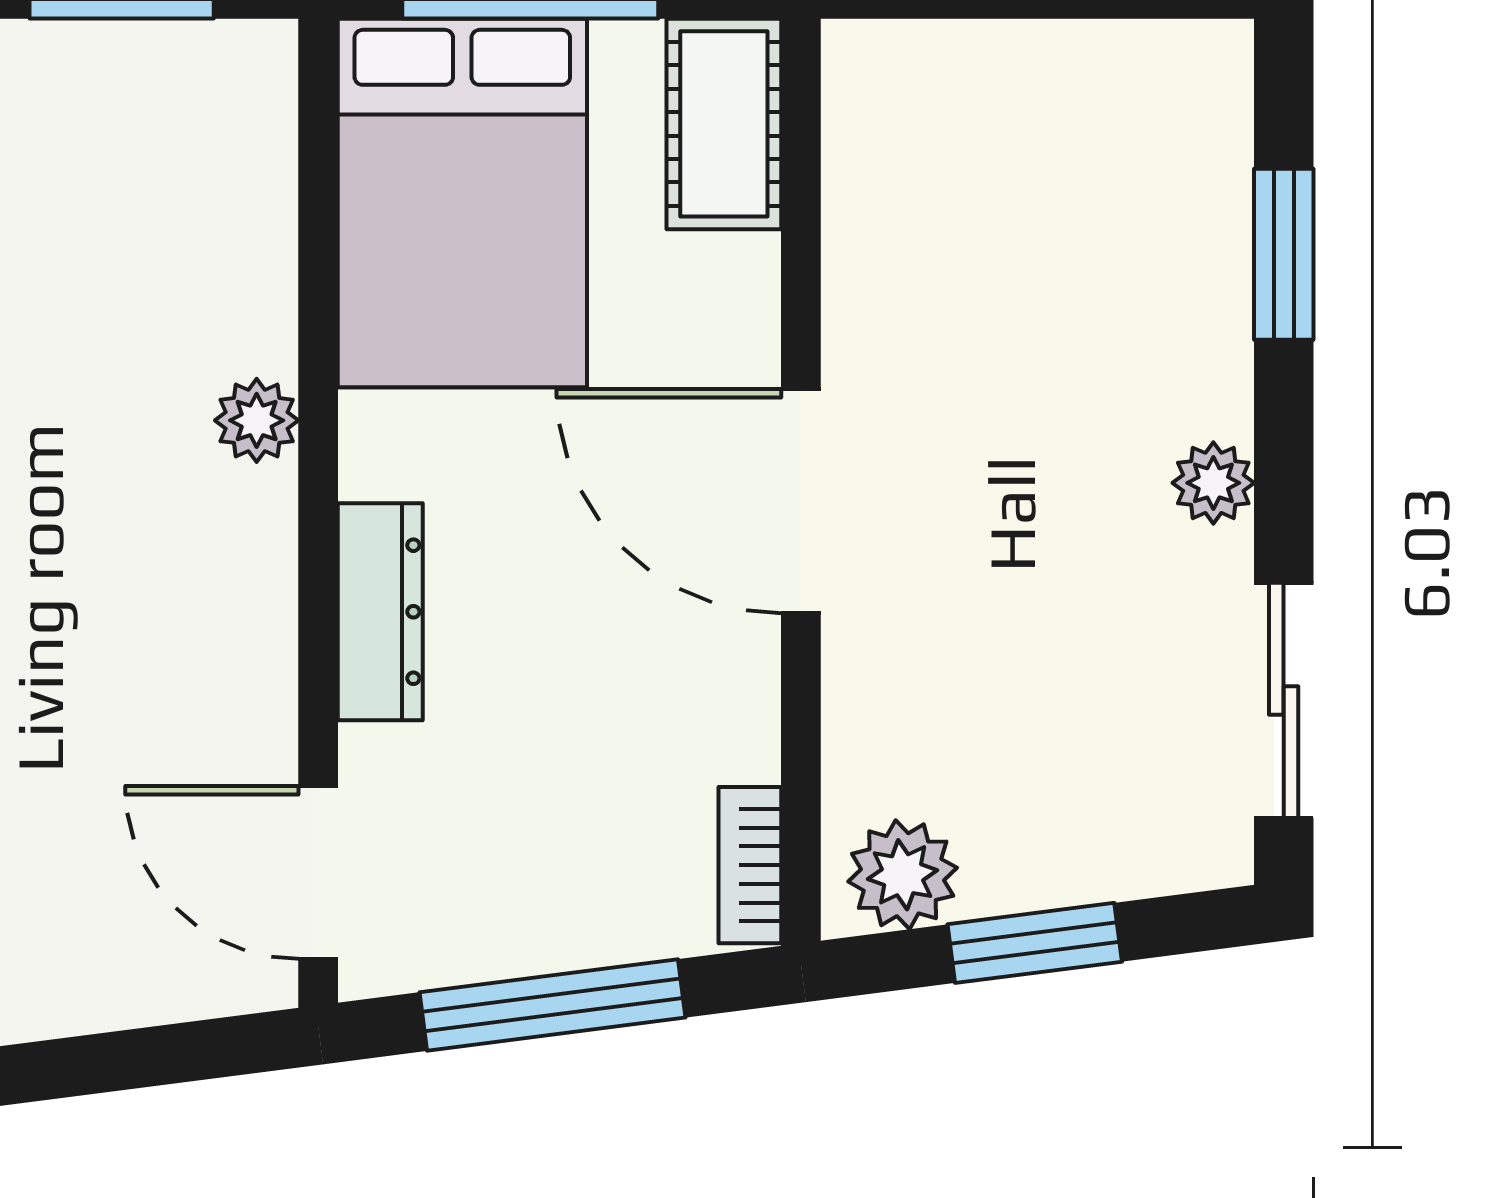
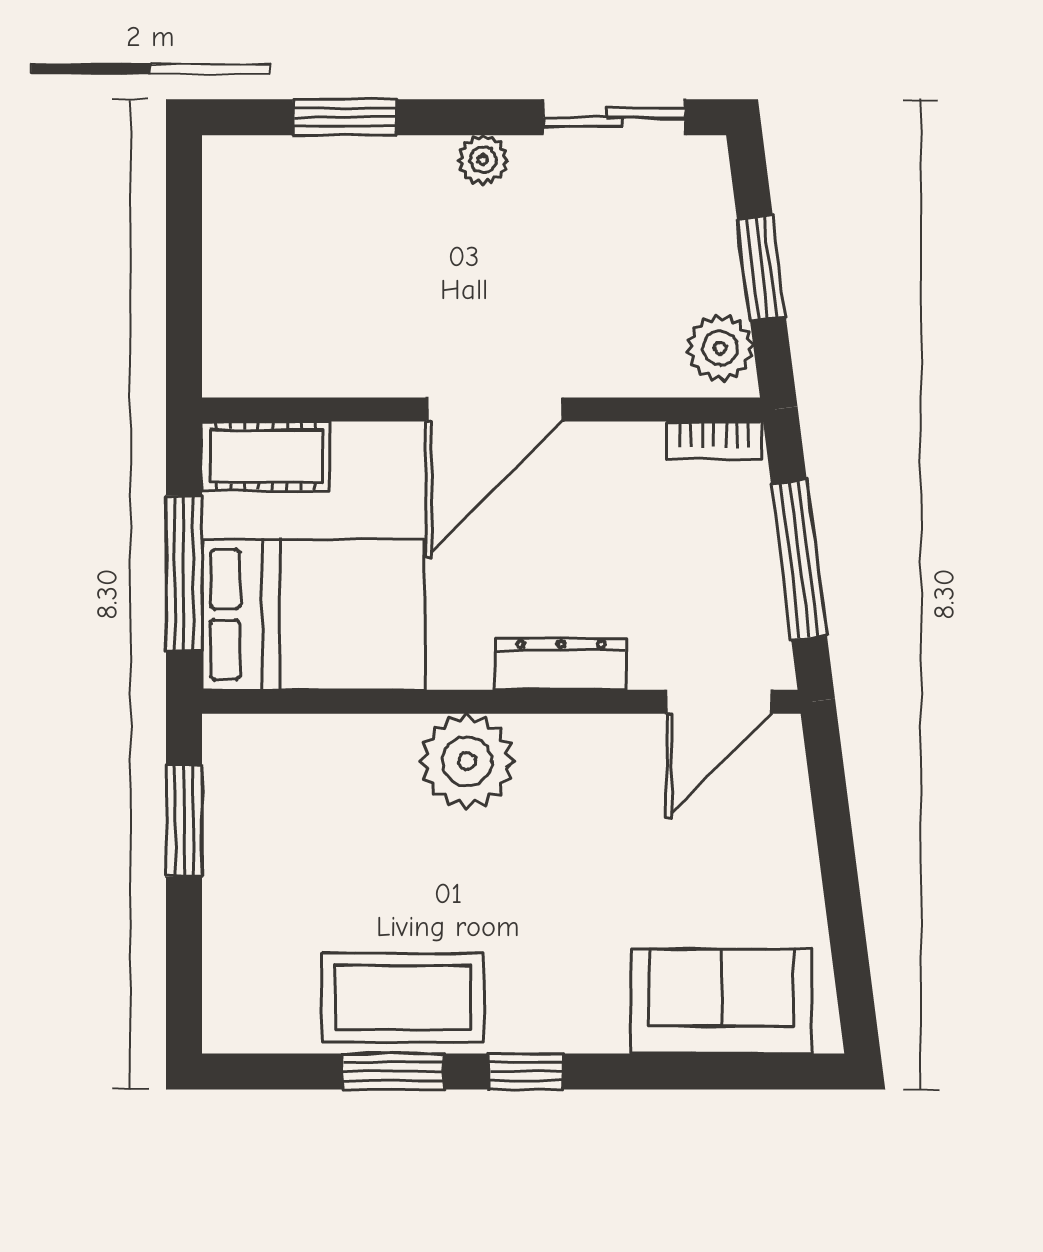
plant: (257, 420) -> (467, 761), width x1.88, depth x1.88

